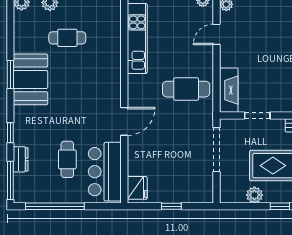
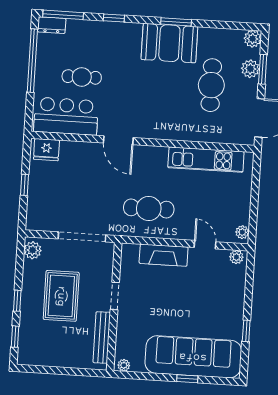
cafe table: (67, 38) -> (211, 85), width x1.37, depth x1.35
cafe table: (186, 89) -> (149, 208), turned 90
fireplace: (229, 90) -> (164, 255), moved
doorway: (257, 116) -> (115, 296), moved
dresser: (21, 159) -> (52, 25), moved
plant: (254, 195) -> (33, 250), moved

